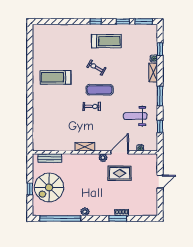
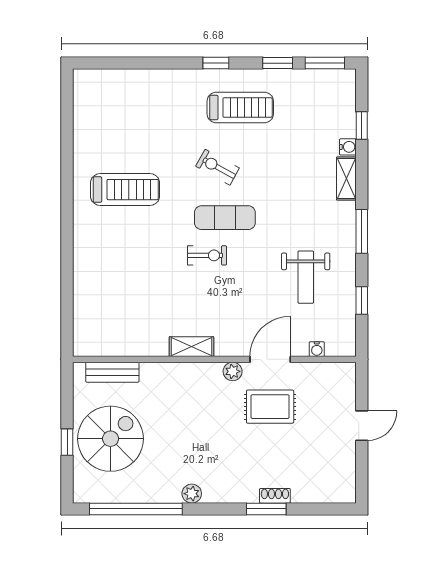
treadmill: (55, 77) -> (125, 190), turned 180
weight bench: (135, 116) -> (306, 277), turned -90
spiral stairs: (49, 187) -> (111, 439), turned 180

